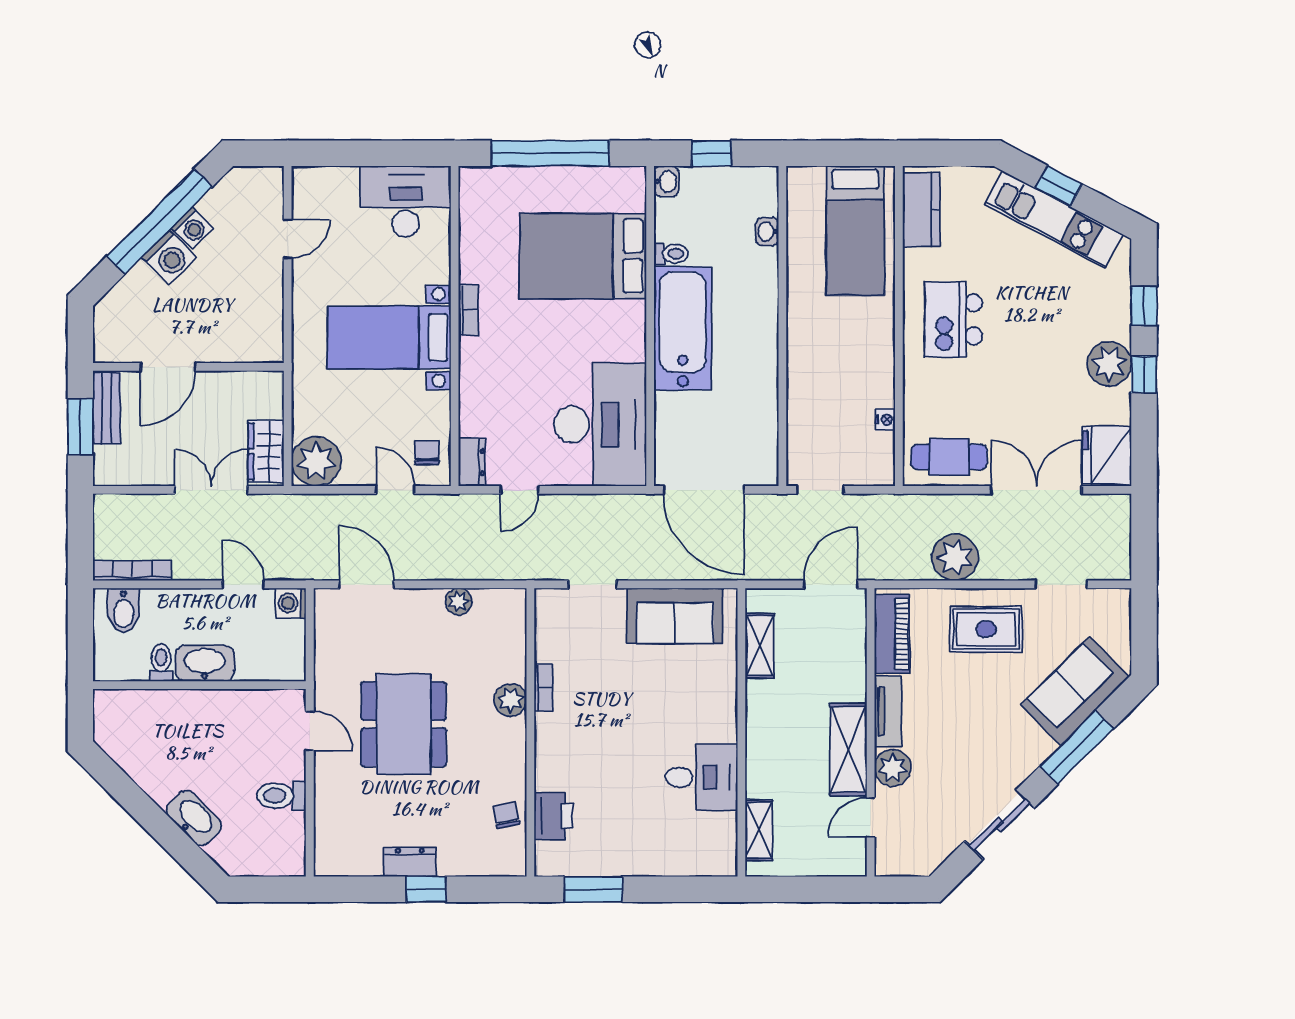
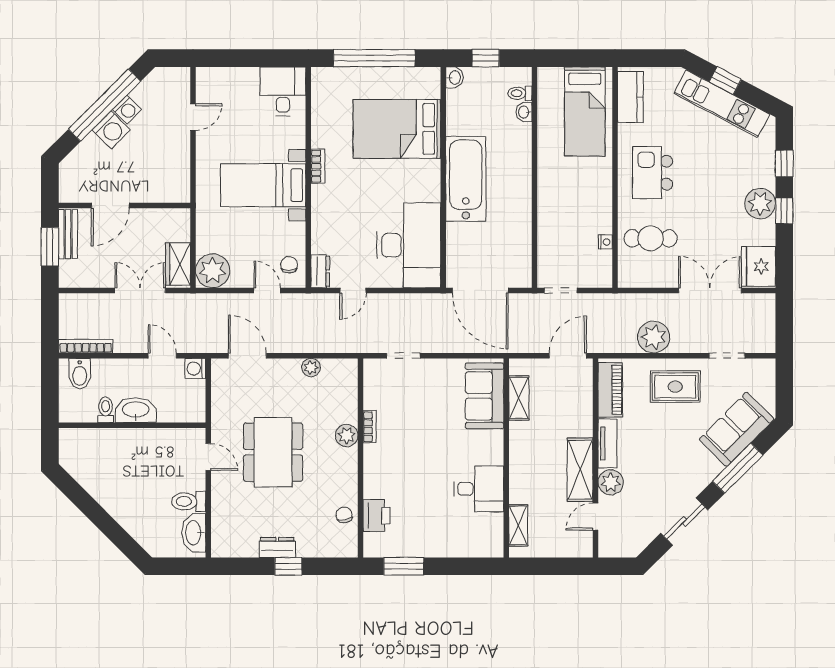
desk: (406, 202) -> (283, 91), width x0.73
toilet: (671, 254) -> (520, 93), moved, turned 180
cafe table: (949, 457) -> (651, 238), moved
sofa: (675, 616) -> (485, 396), moved, turned 90
washbasin: (194, 818) -> (194, 533), moved, turned -135

